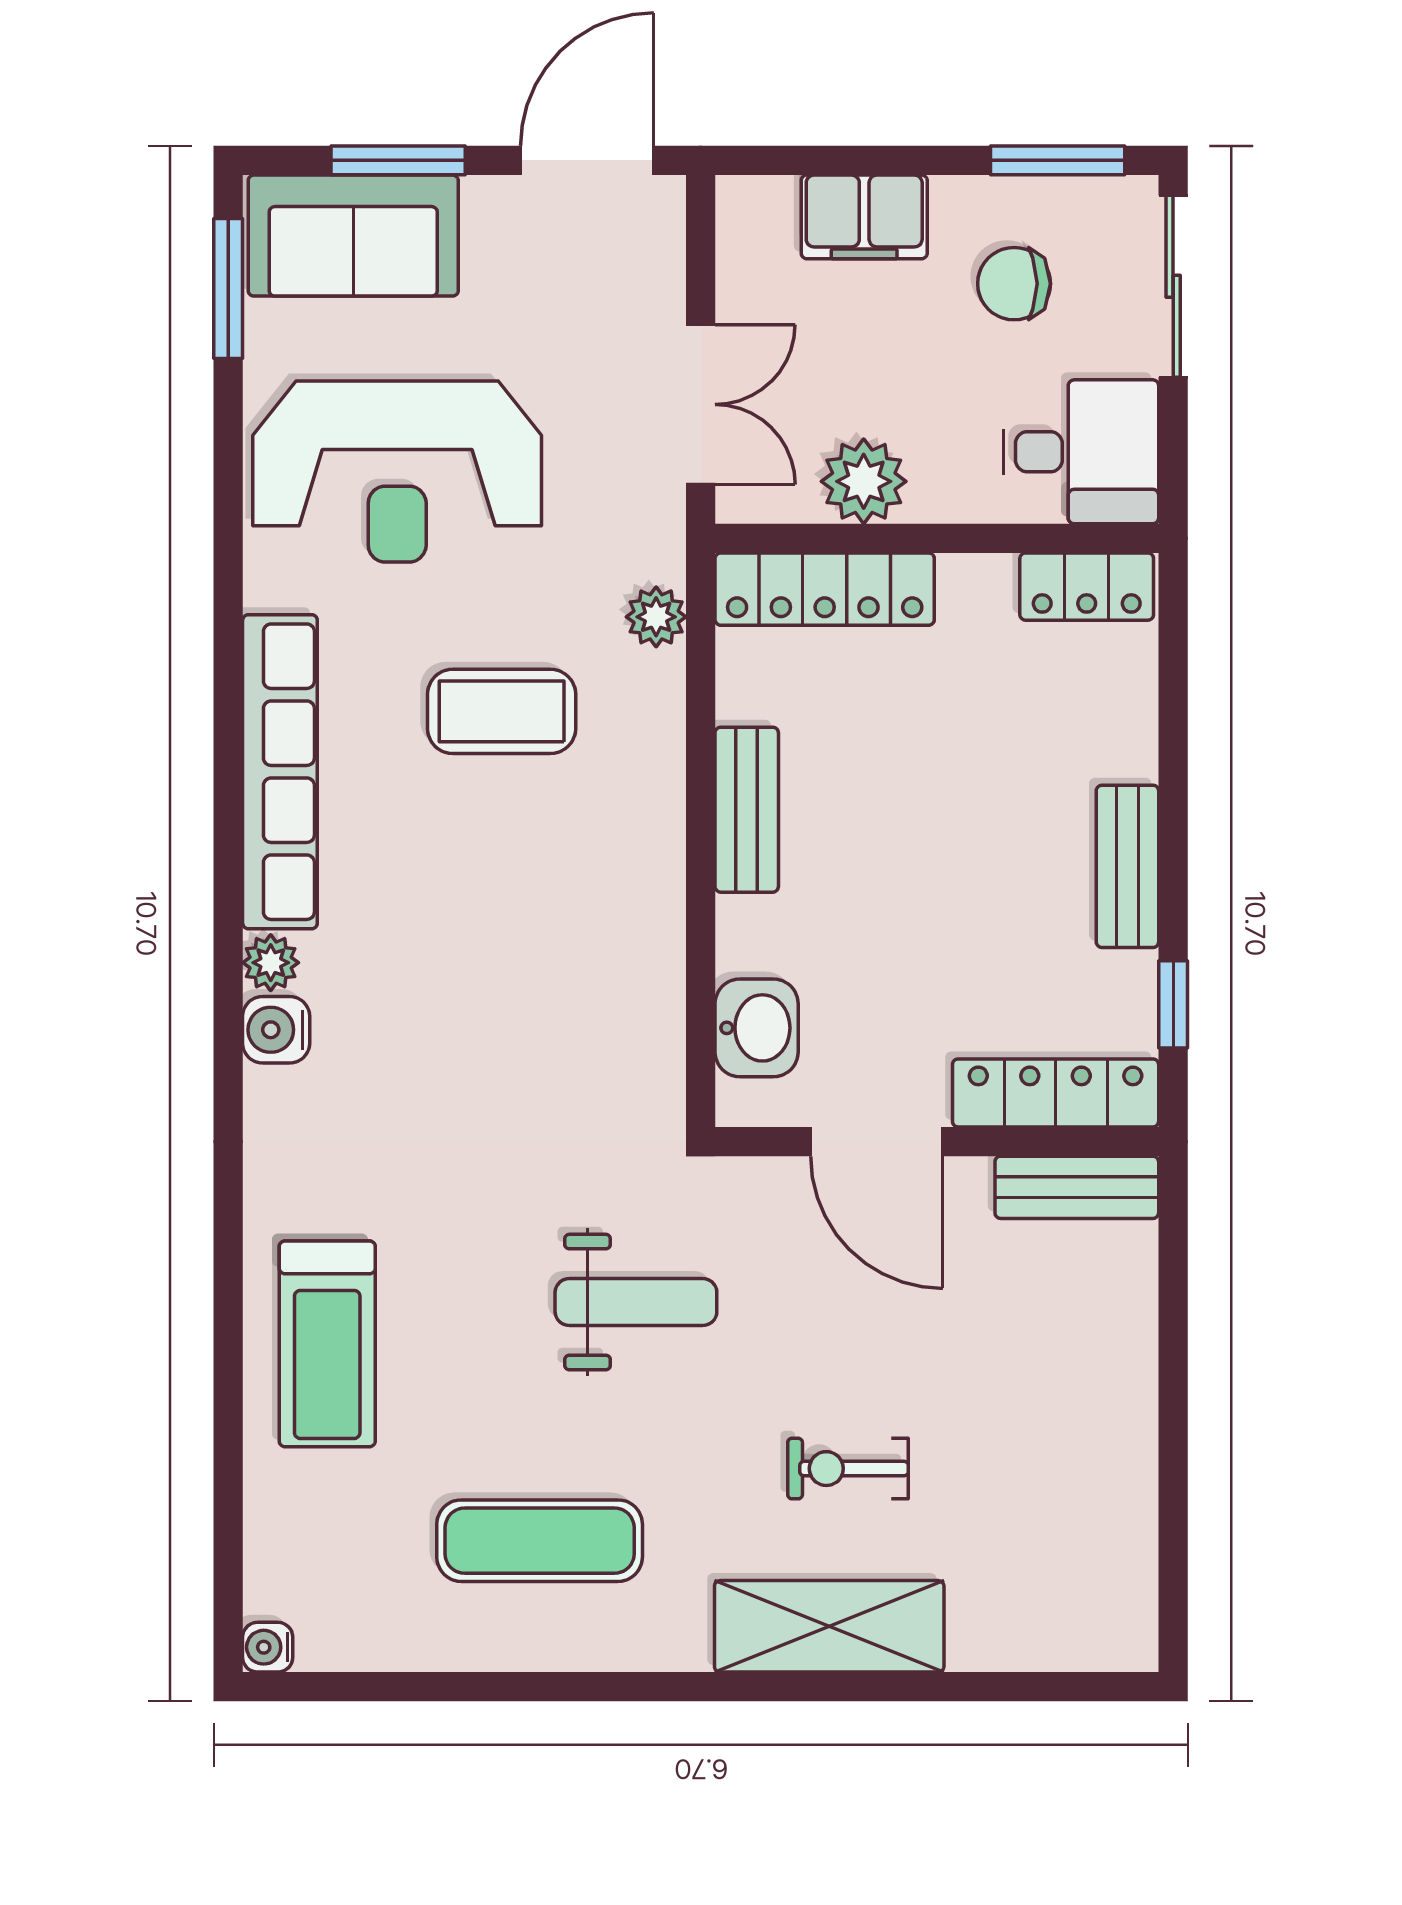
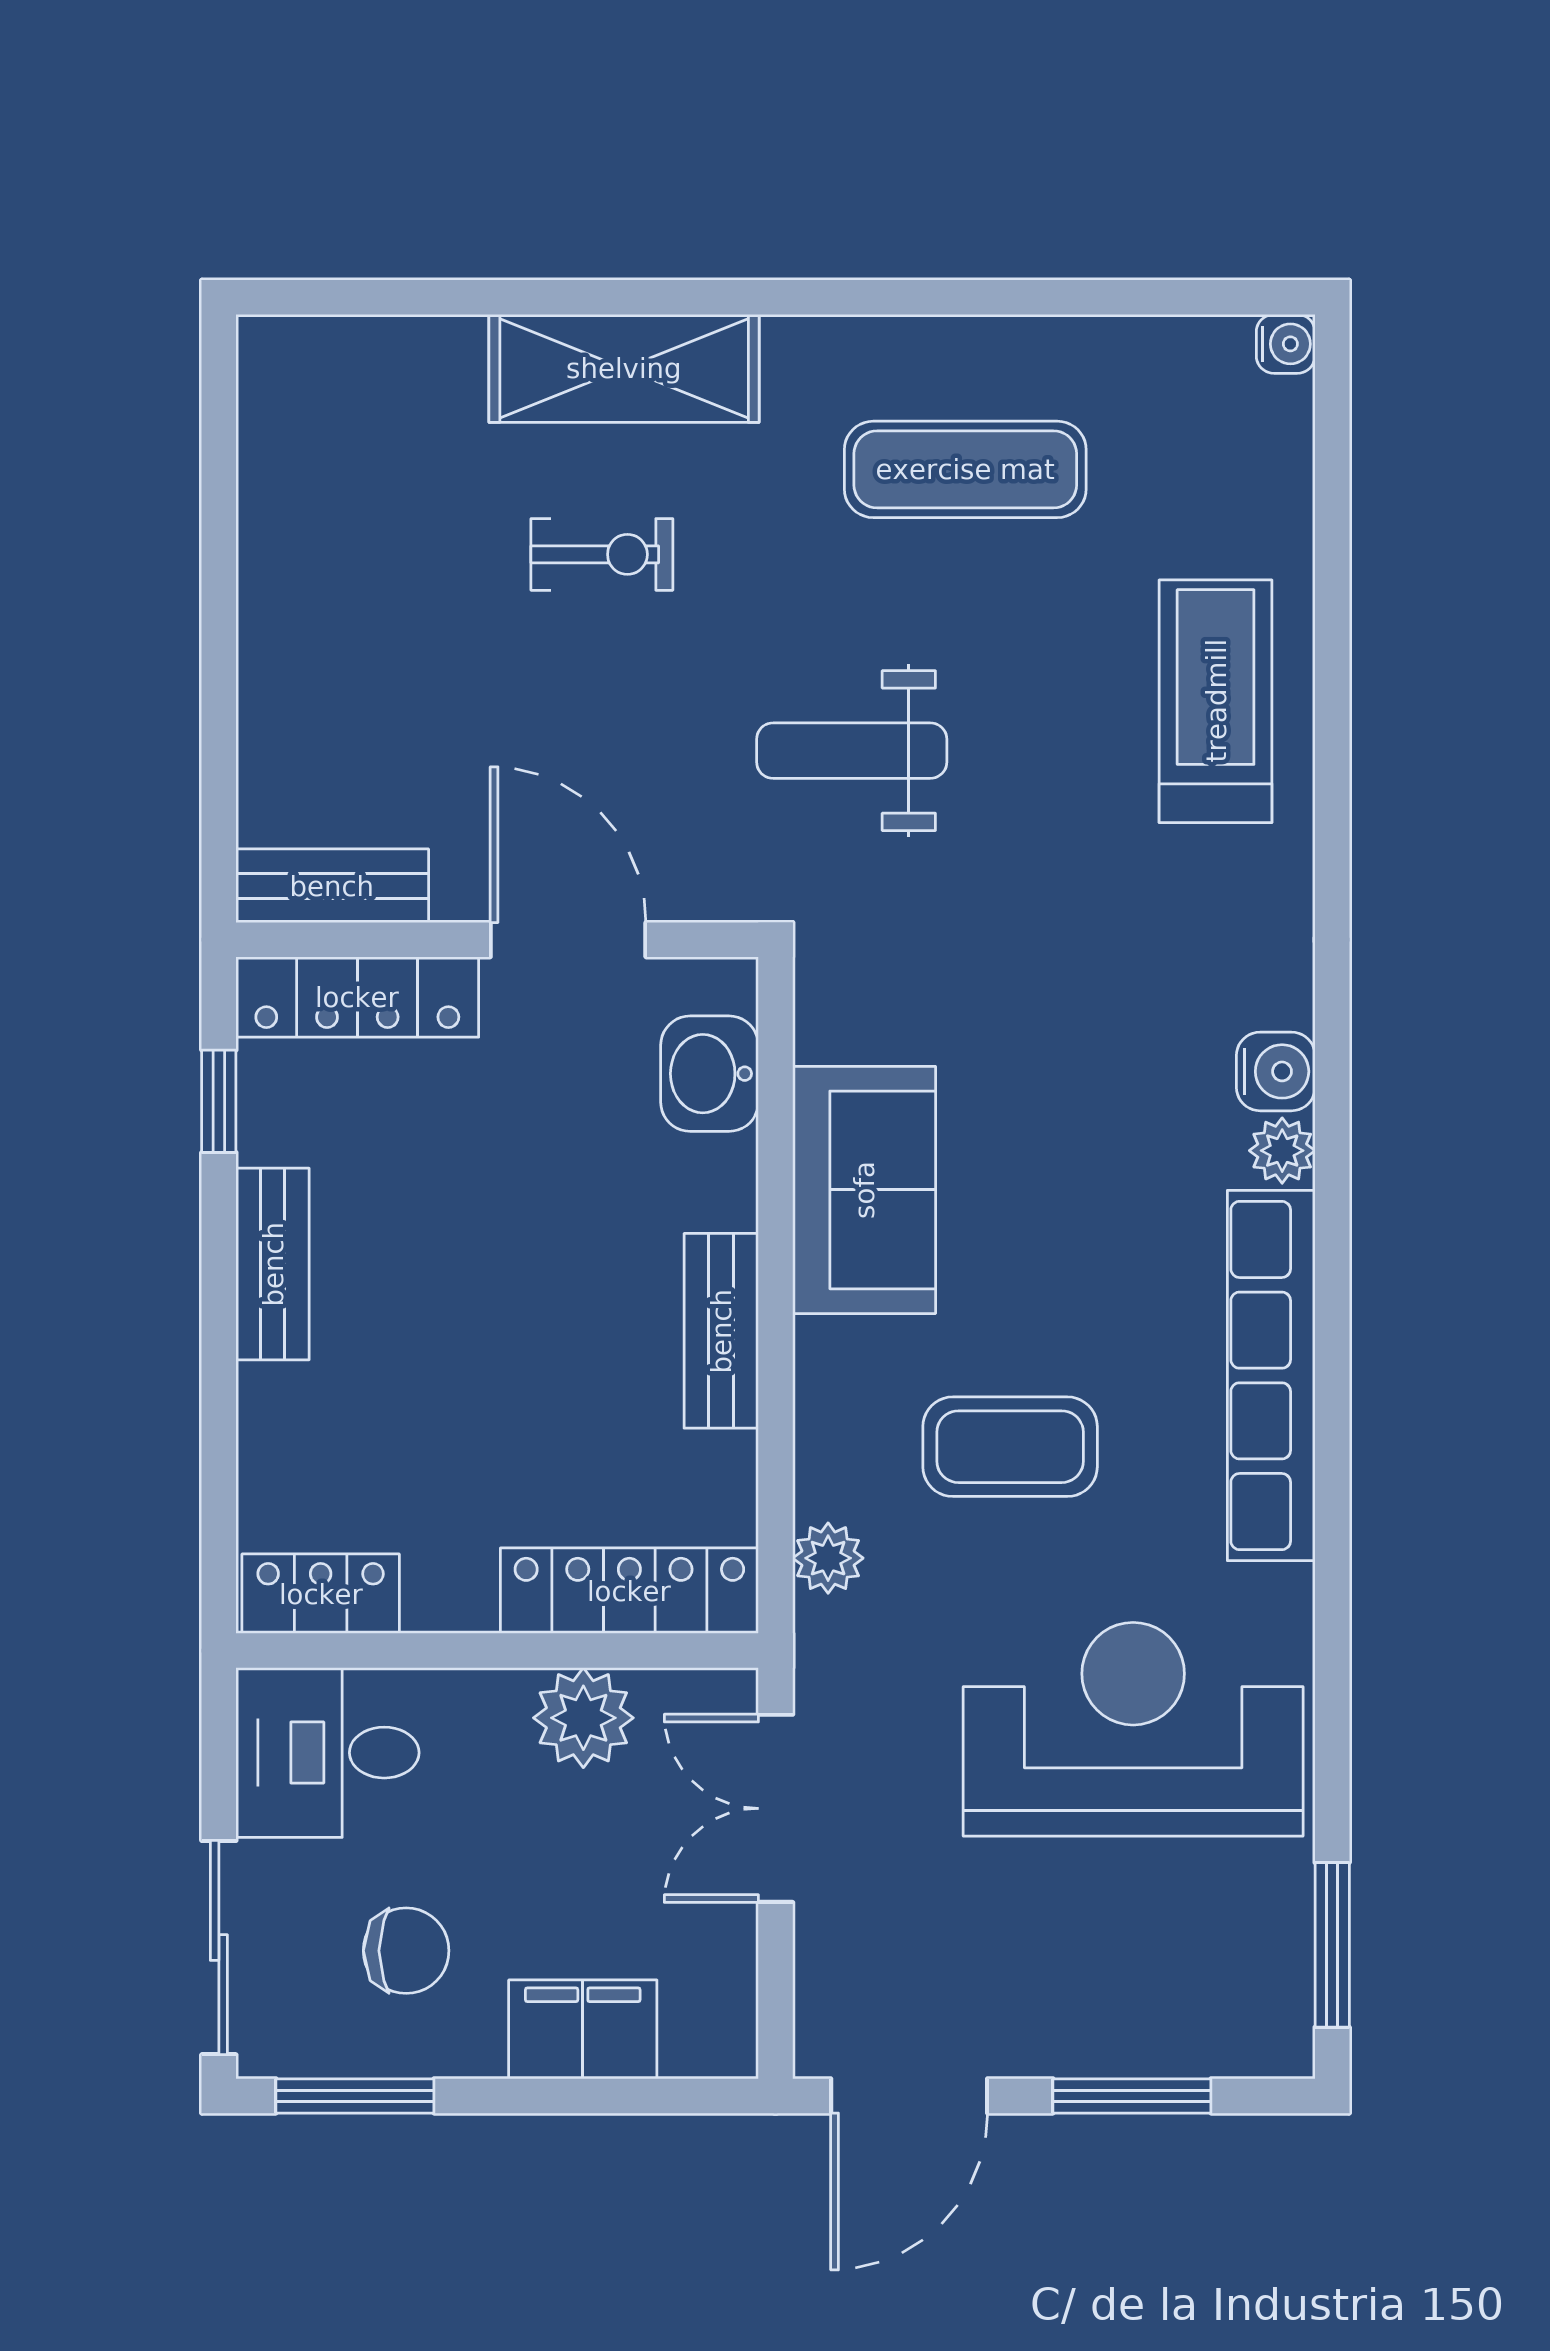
sofa: (353, 236) -> (864, 1190), moved, turned 90

